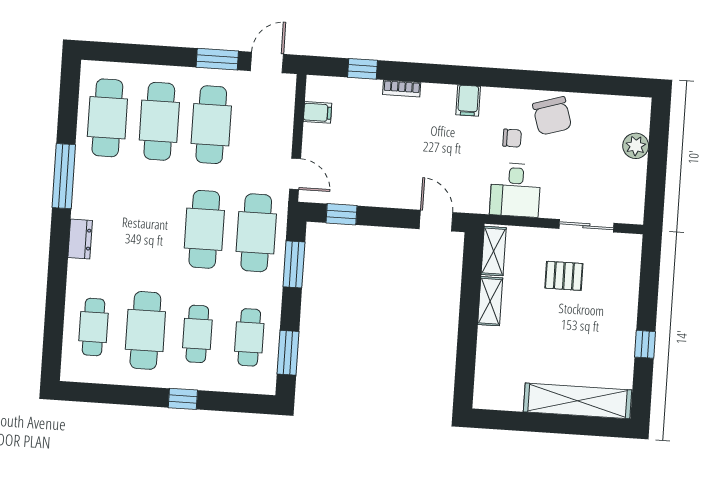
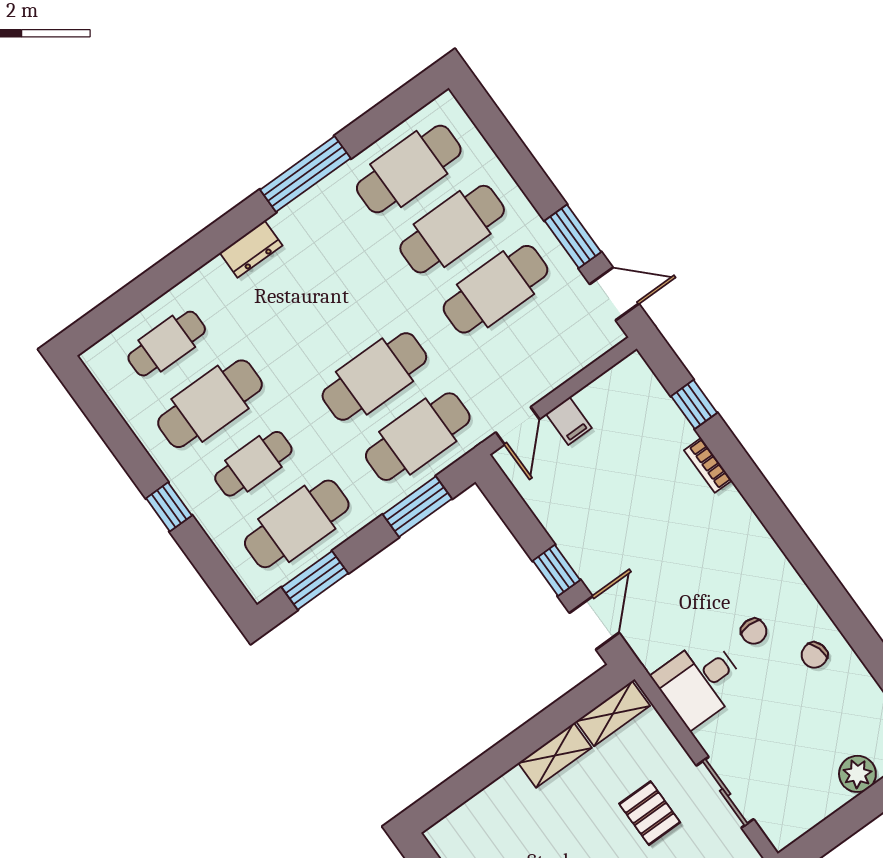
filing cabinet: (468, 101) -> (755, 549), removed
filing cabinet: (318, 112) -> (569, 421), moved
chair: (552, 116) -> (814, 655), width x0.54, depth x0.54
window: (341, 214) -> (556, 570), moved
cafe table: (249, 337) -> (297, 524), width x1.37, depth x1.35

